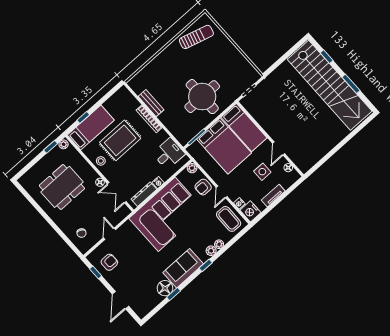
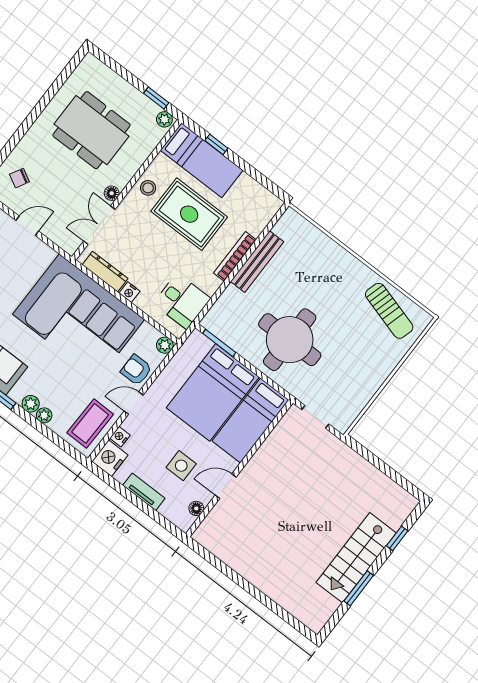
stairs: (330, 85) -> (356, 558), width x0.54, depth x0.66
bench: (151, 103) -> (257, 262), width x1.36

